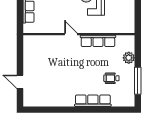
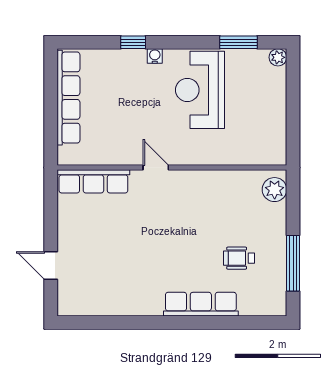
row of seats: (98, 41) -> (93, 181), moved
plant: (129, 58) -> (275, 190), moved

